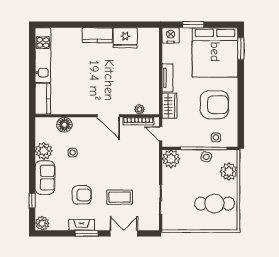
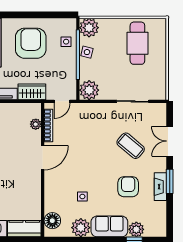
floor lamp: (64, 125) -> (52, 221), moved
plant: (229, 172) -> (89, 28), moved
coffee table: (120, 197) -> (131, 146), turned -50
plant: (42, 223) -> (136, 229), moved

